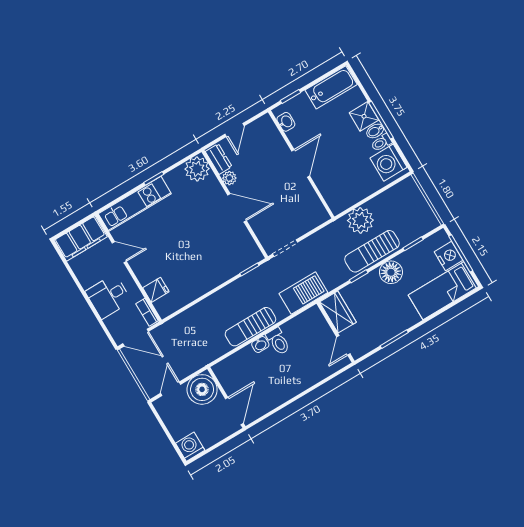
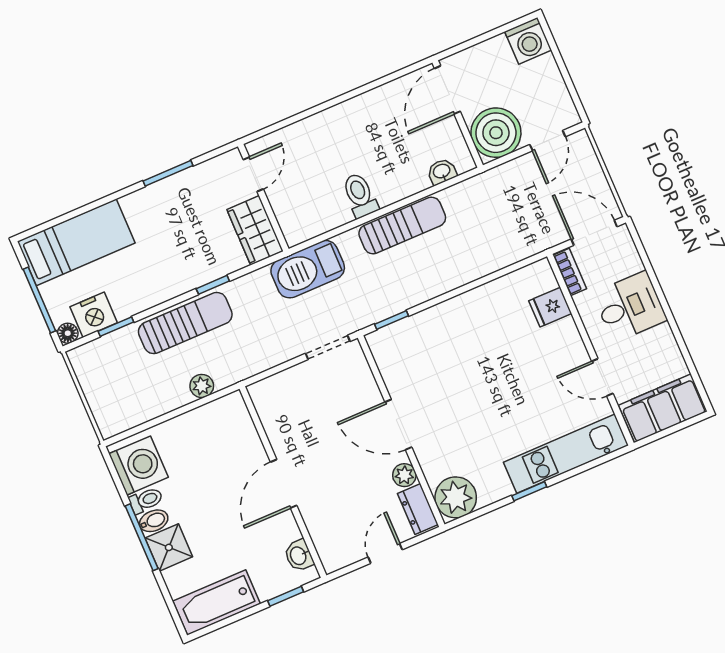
plant: (360, 220) -> (202, 386), width x0.53, depth x0.53
nightstand: (449, 256) -> (94, 315), moved, turned -90
floor lamp: (391, 272) -> (68, 333), moved, width x0.53, depth x0.53
washbasin: (260, 345) -> (442, 172), moved

